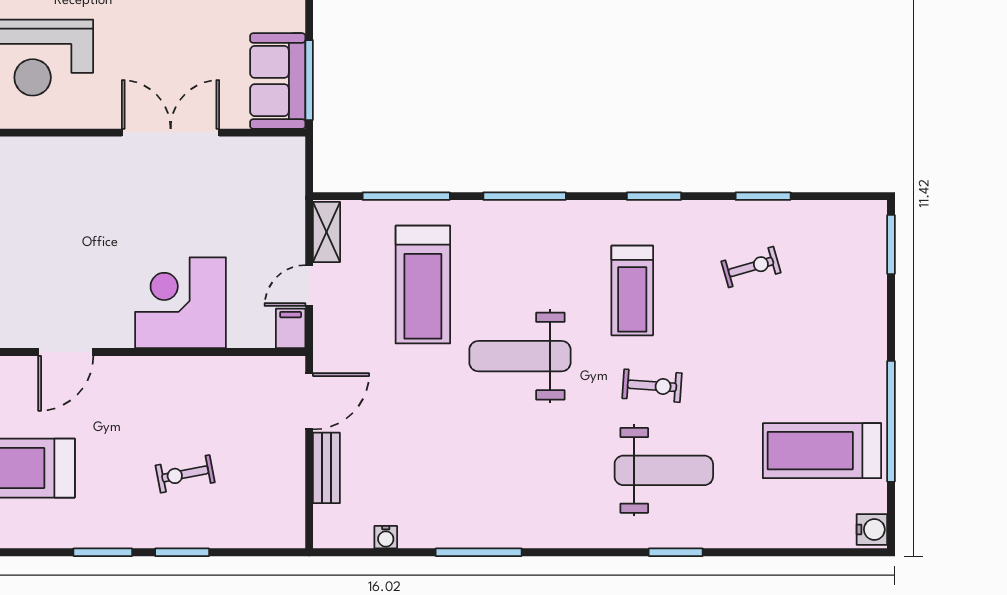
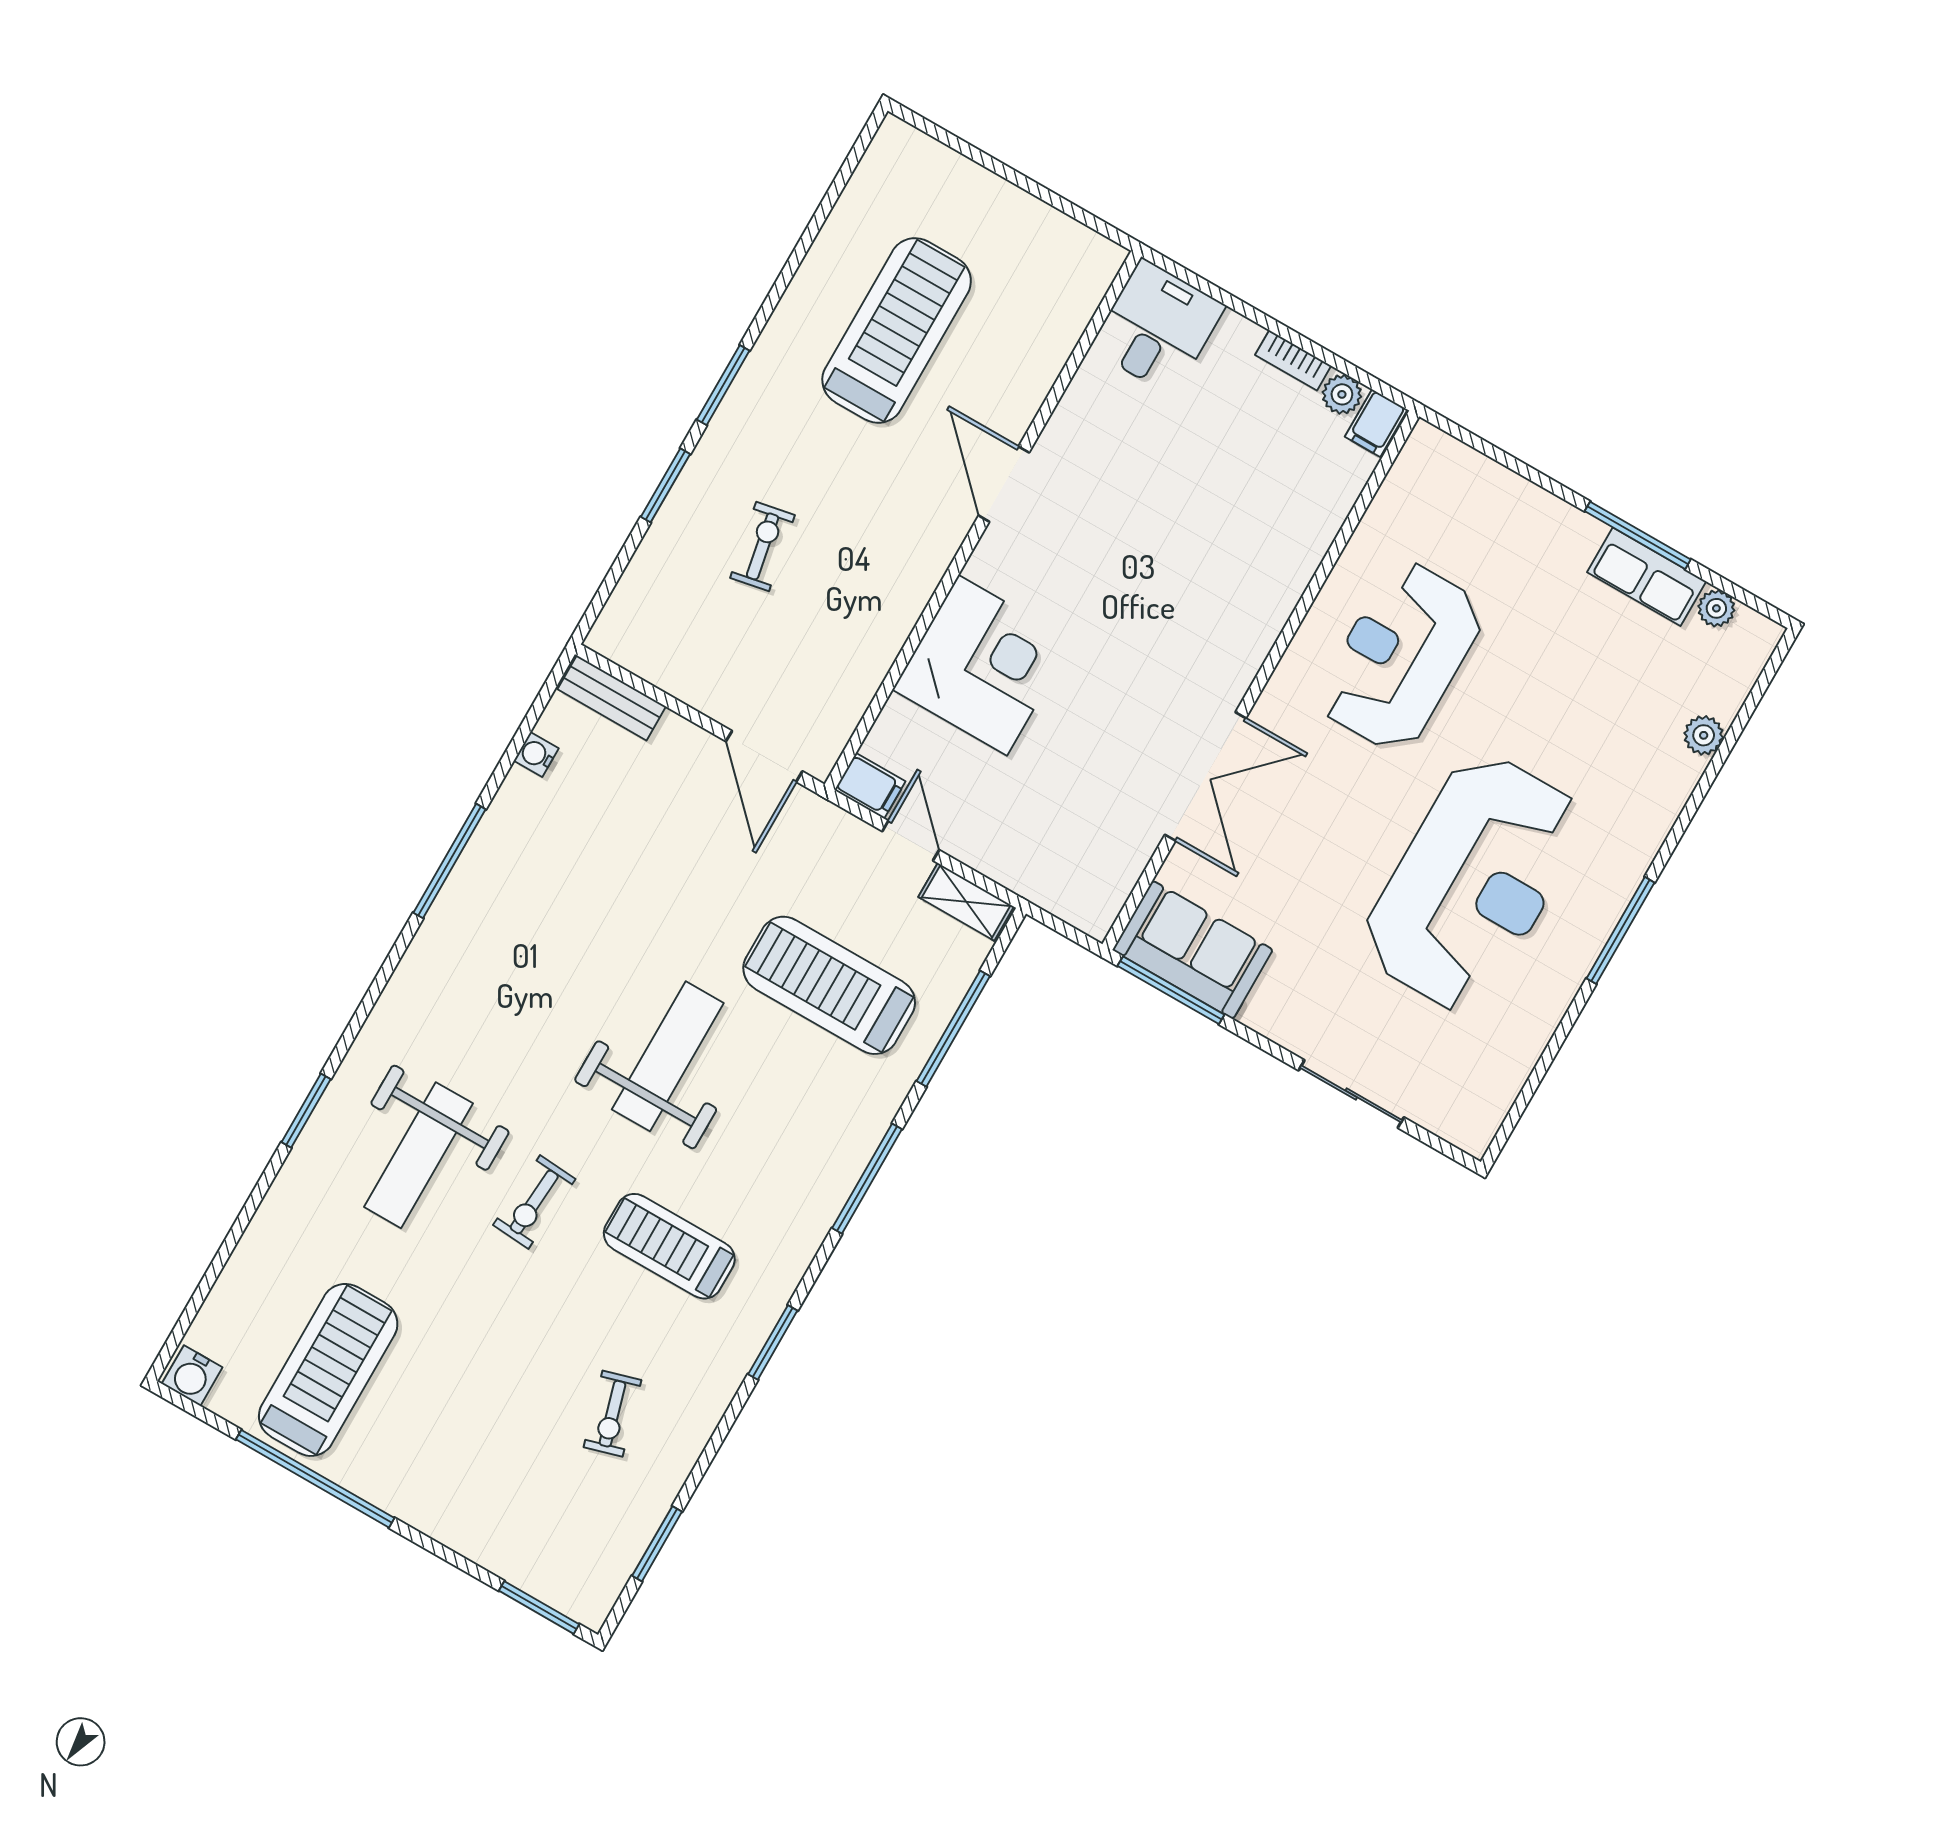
window: (763, 196) -> (657, 1544), moved
bench: (326, 468) -> (612, 698), moved

